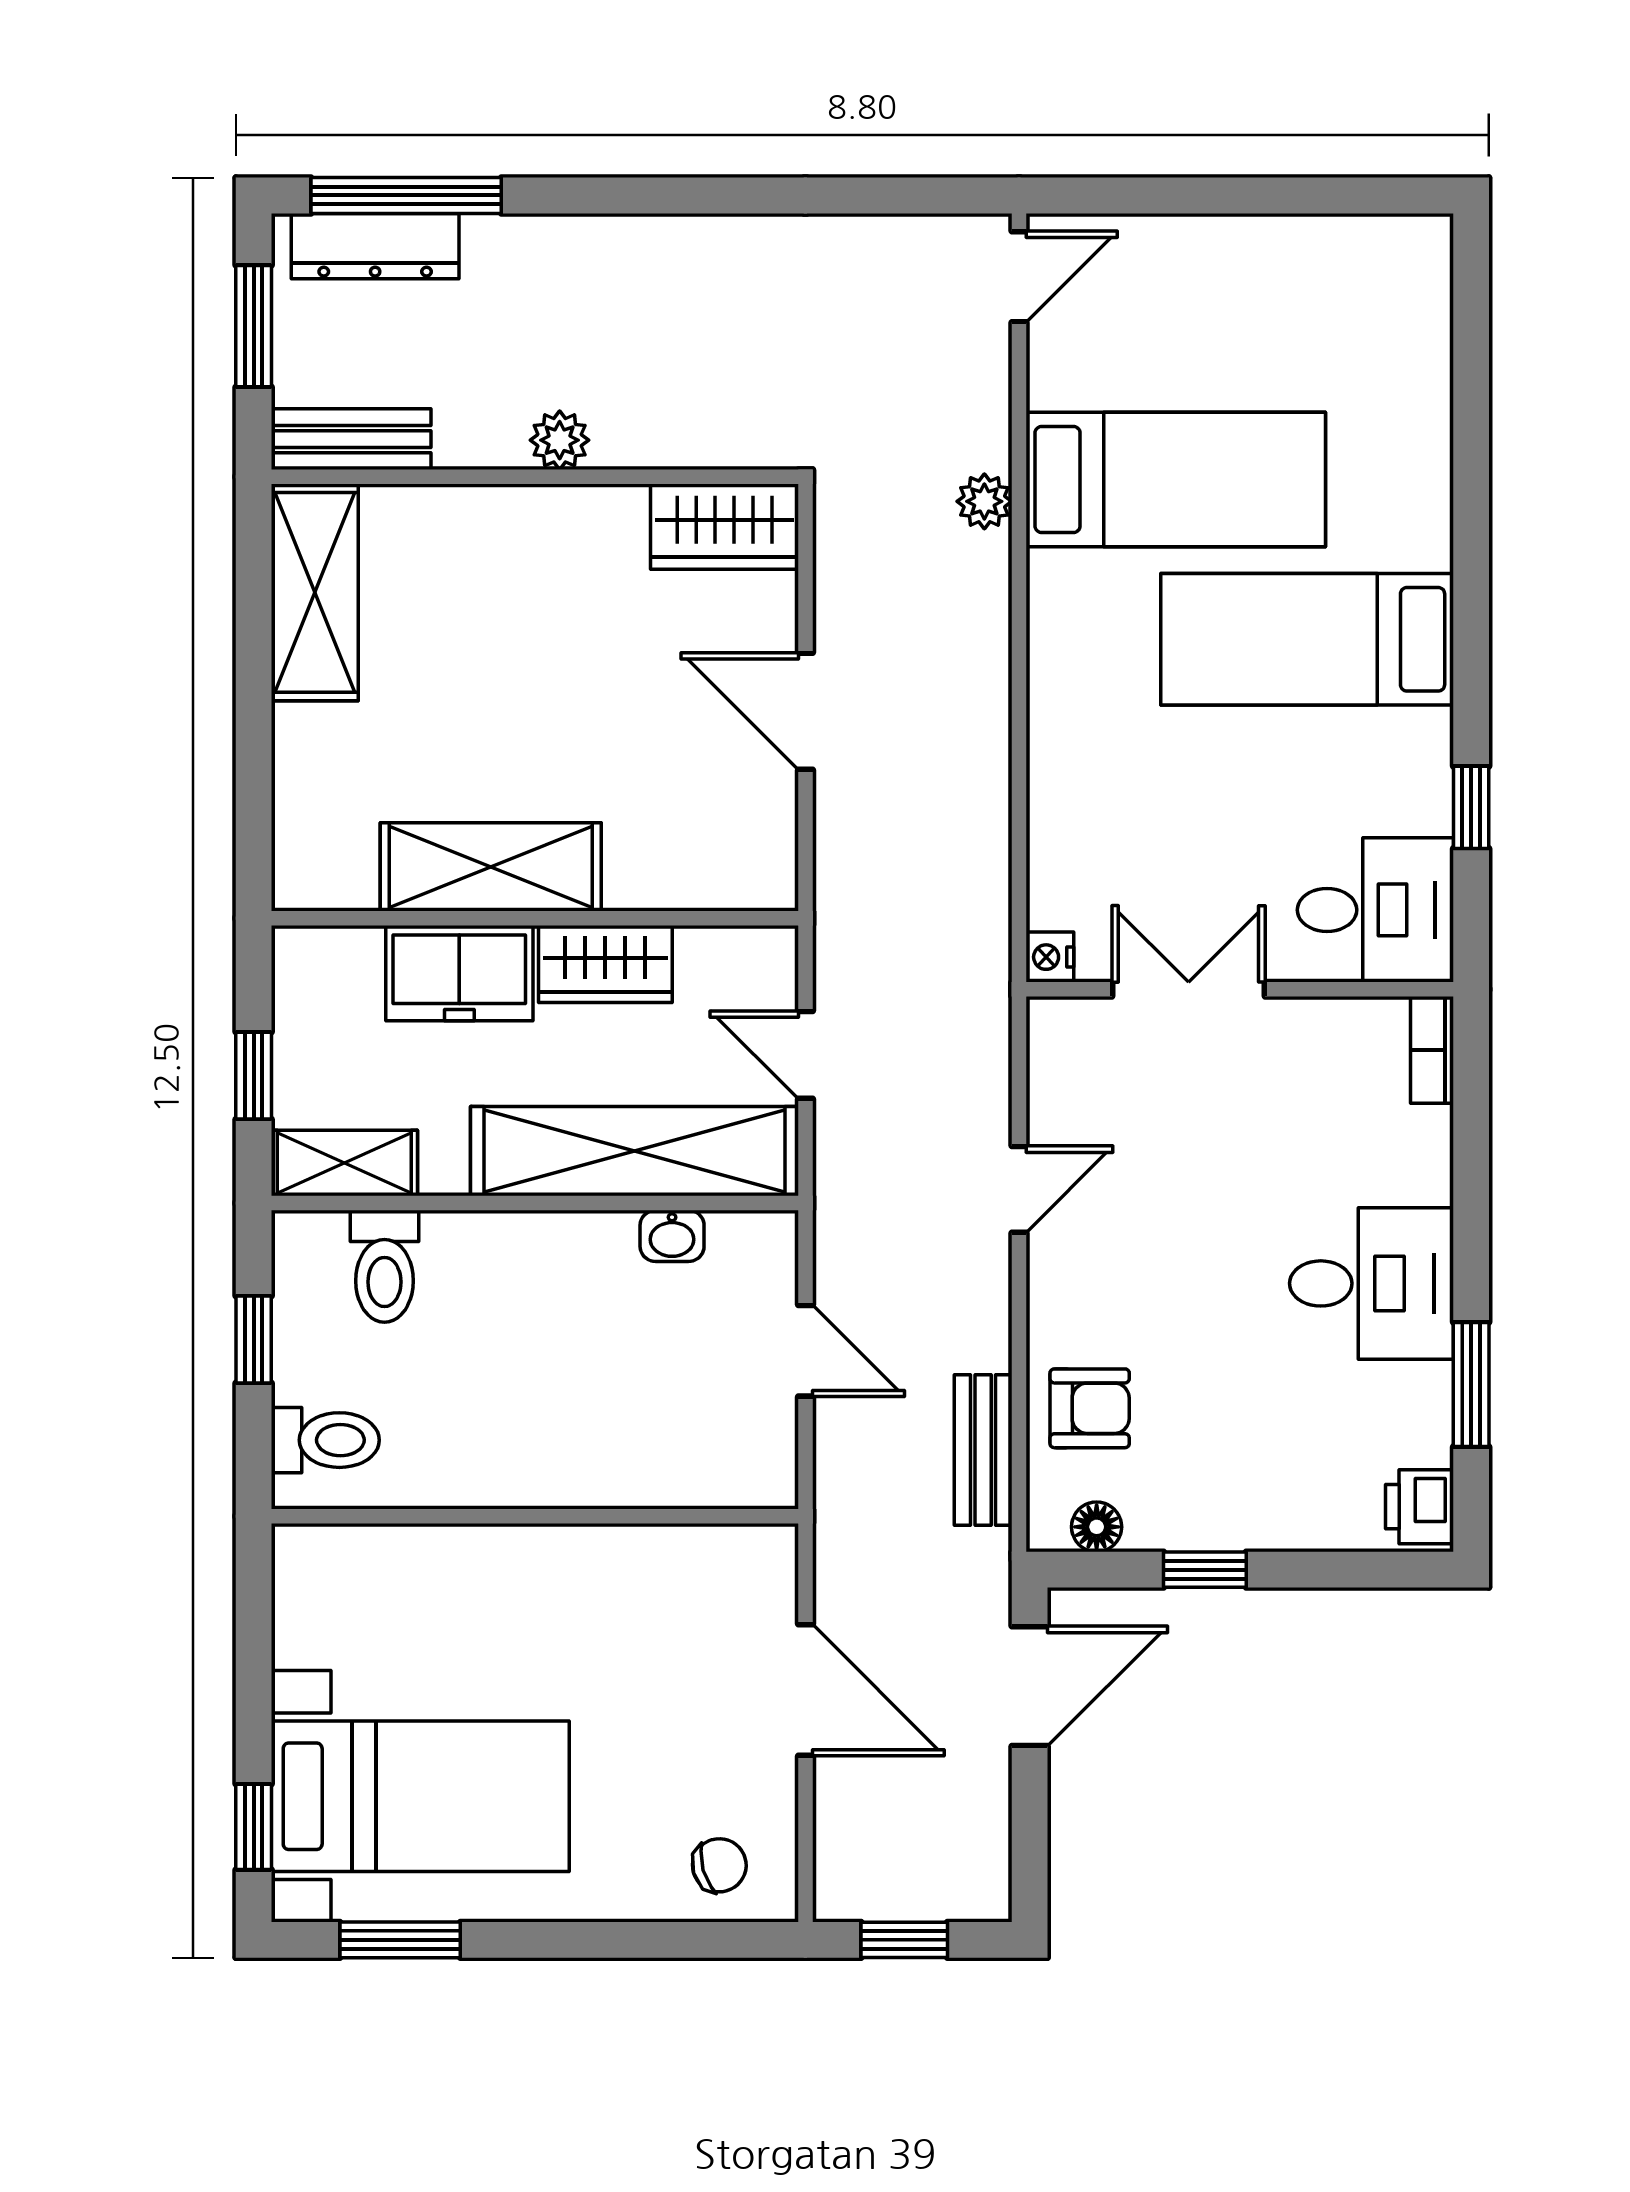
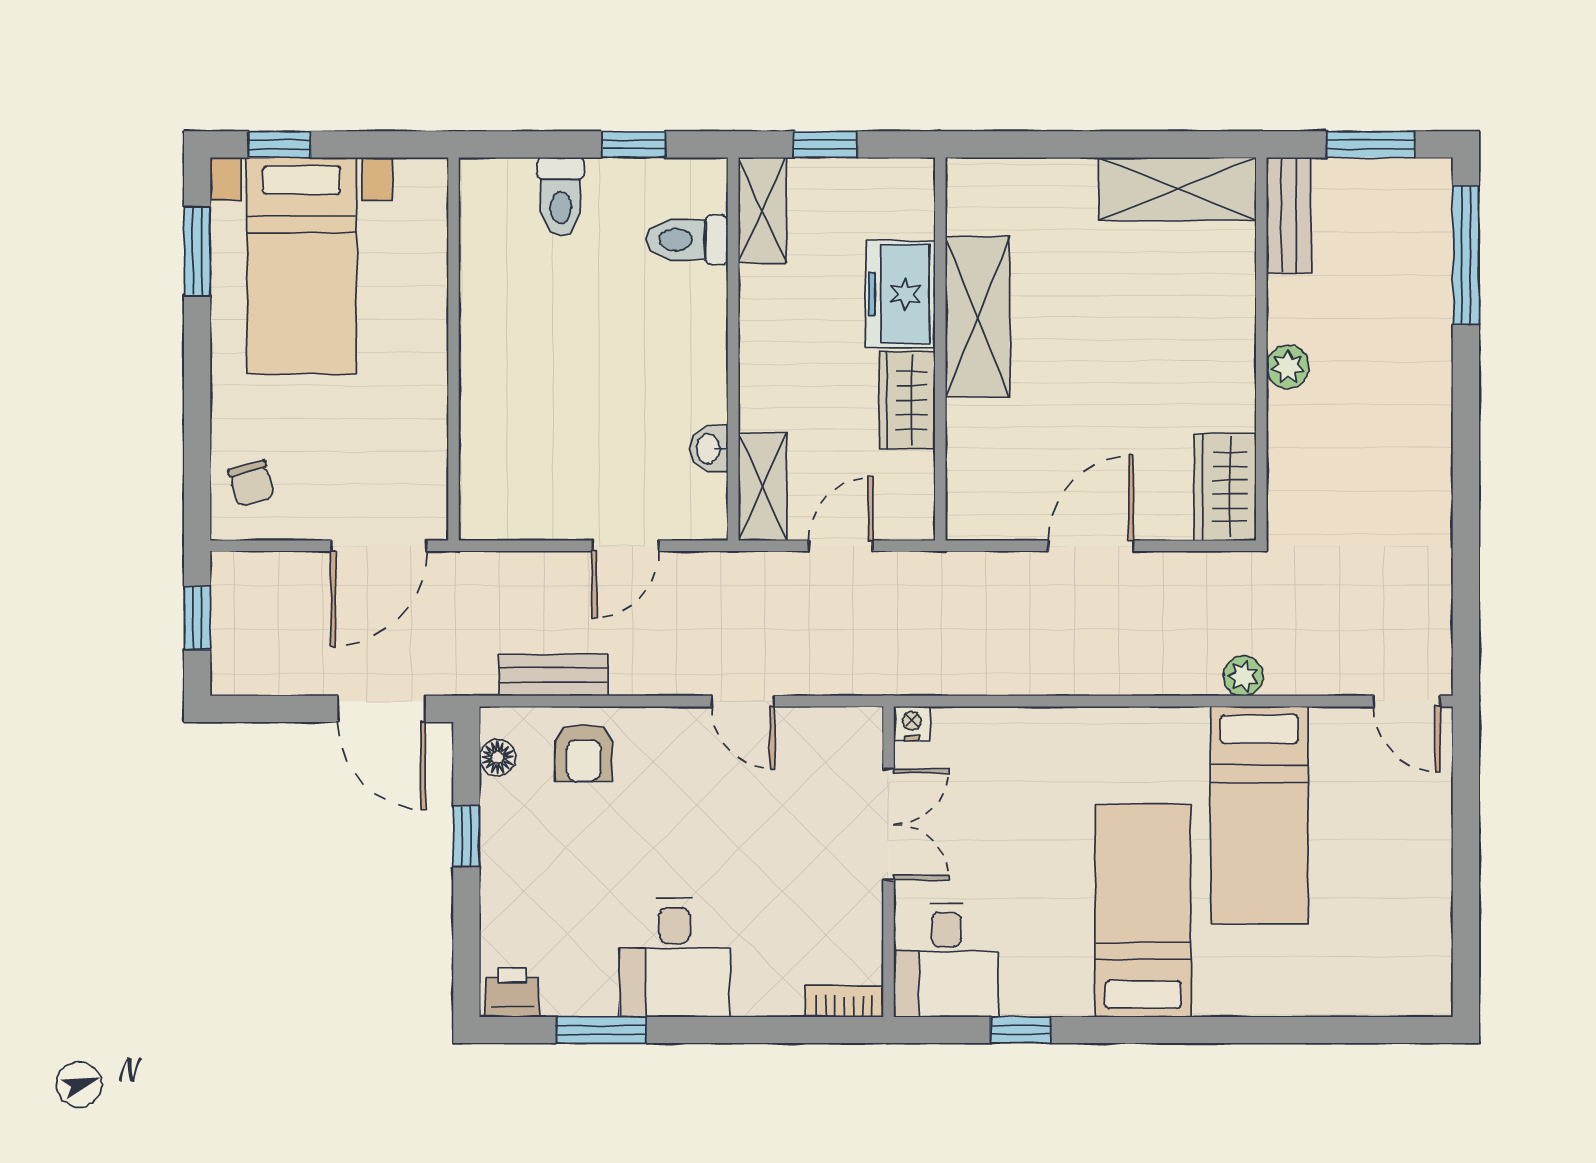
dresser: (375, 246) -> (1429, 233), removed
shelving: (634, 1151) -> (763, 486), width x0.45, depth x0.75
wall: (535, 1516) -> (453, 349), moved

